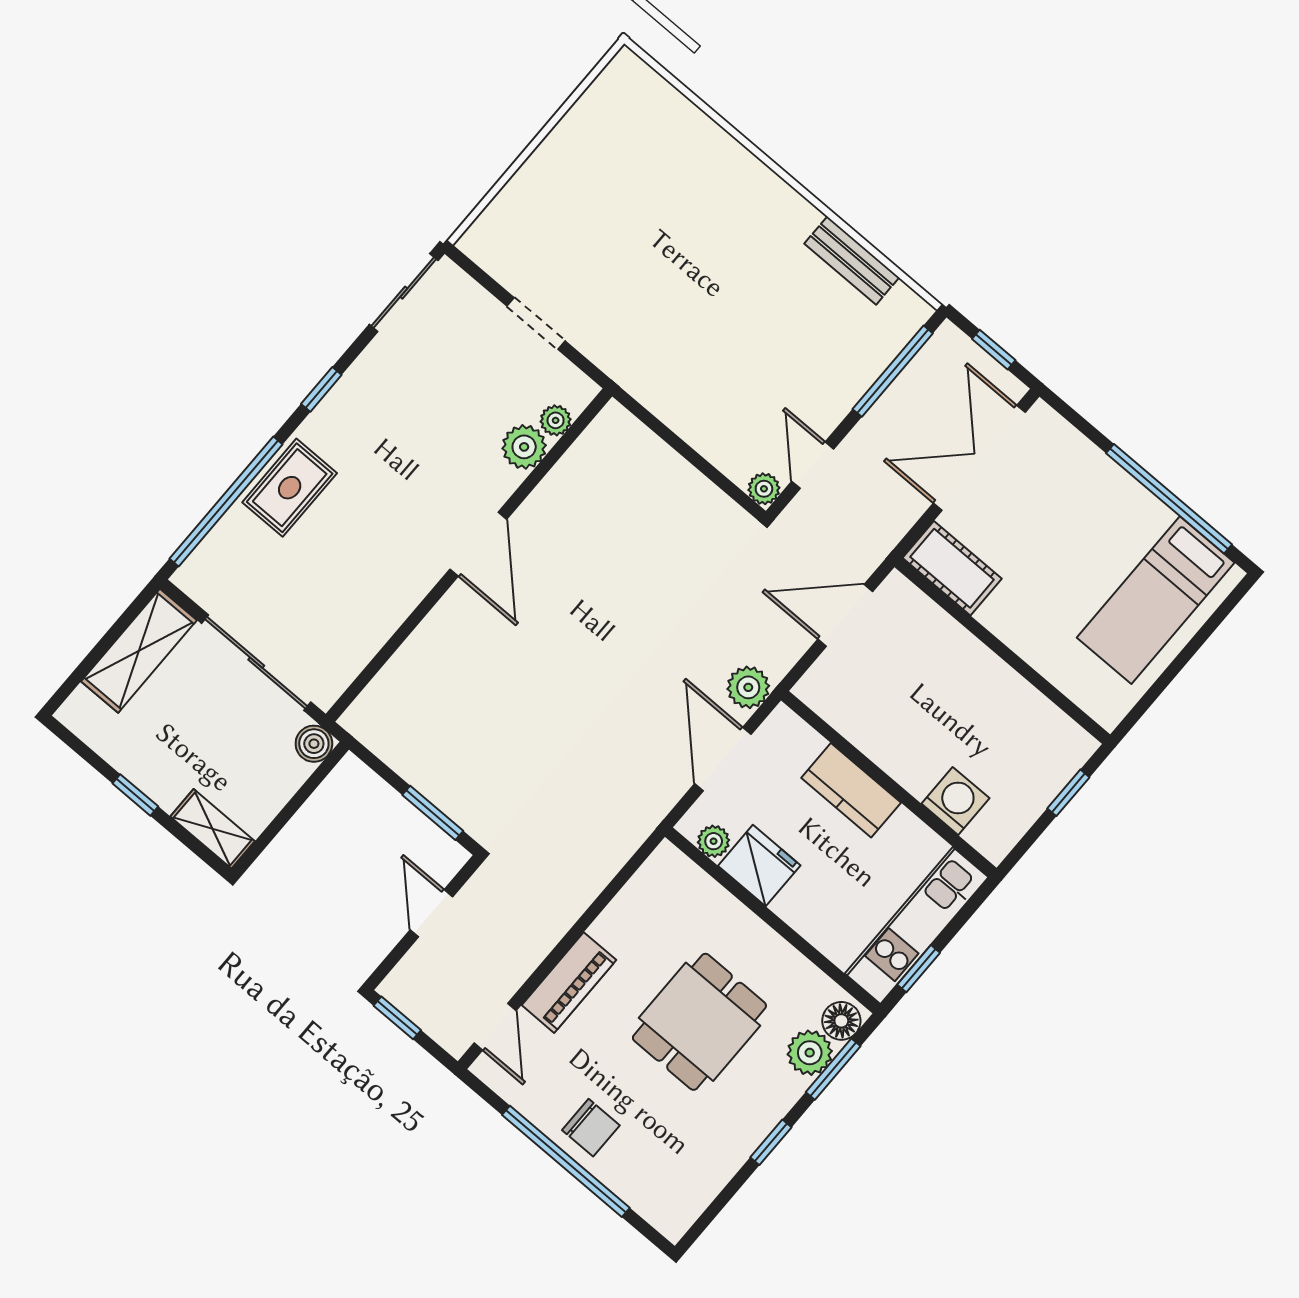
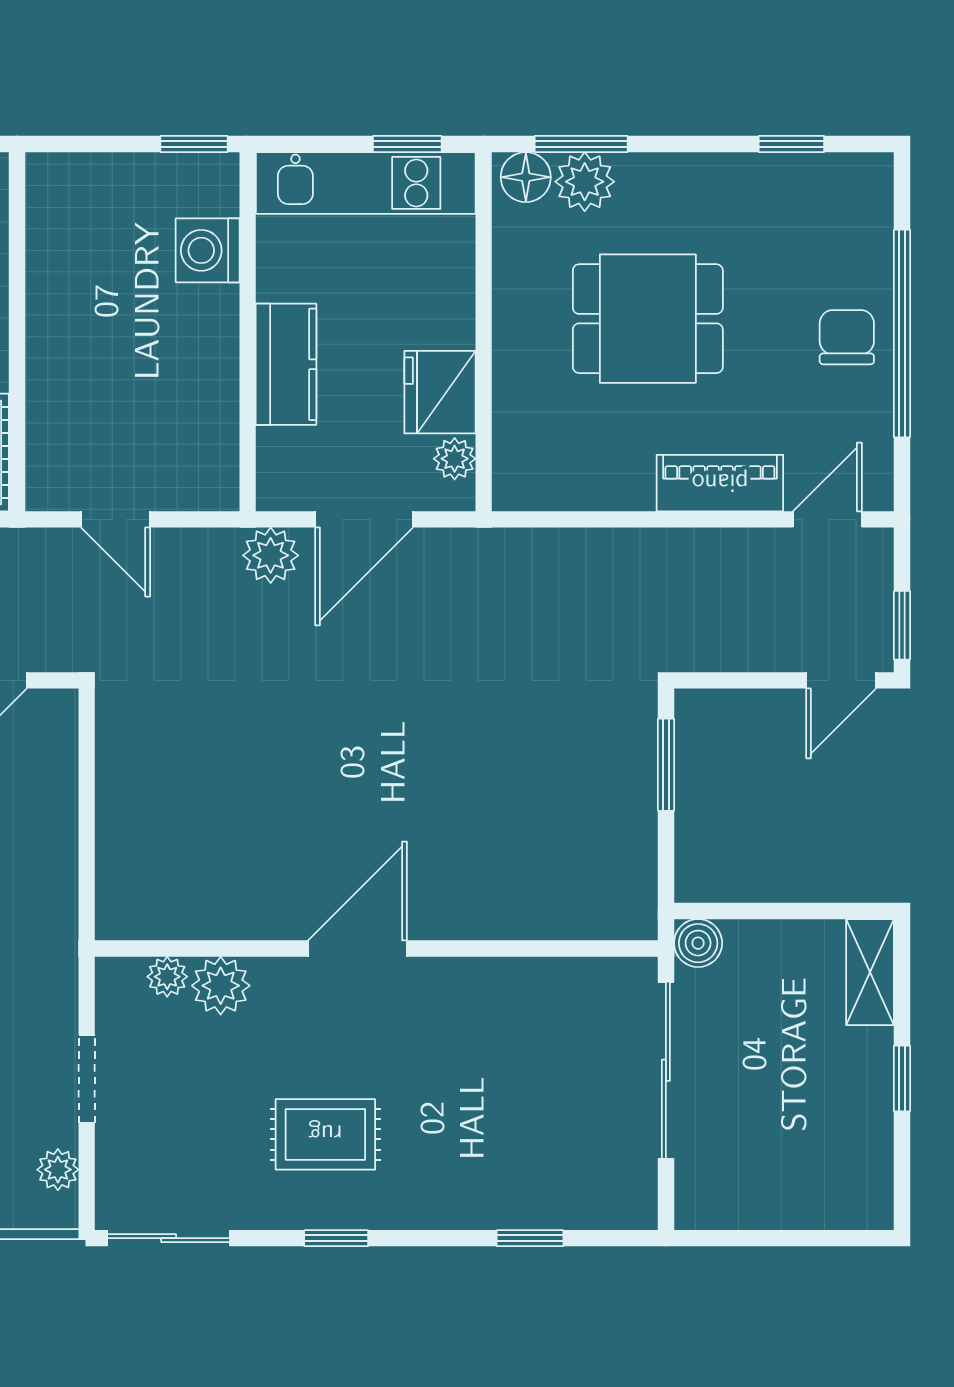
rug: (290, 488) -> (325, 1134), moved
plant: (764, 489) -> (58, 1170), moved
window: (226, 501) -> (530, 1238), width x0.32
door: (845, 615) -> (115, 519), width x0.73
shelving: (139, 651) -> (754, 1198), removed
window: (1068, 793) -> (194, 144), moved
door: (431, 913) -> (841, 680), moved
window: (771, 1142) -> (791, 144), moved

